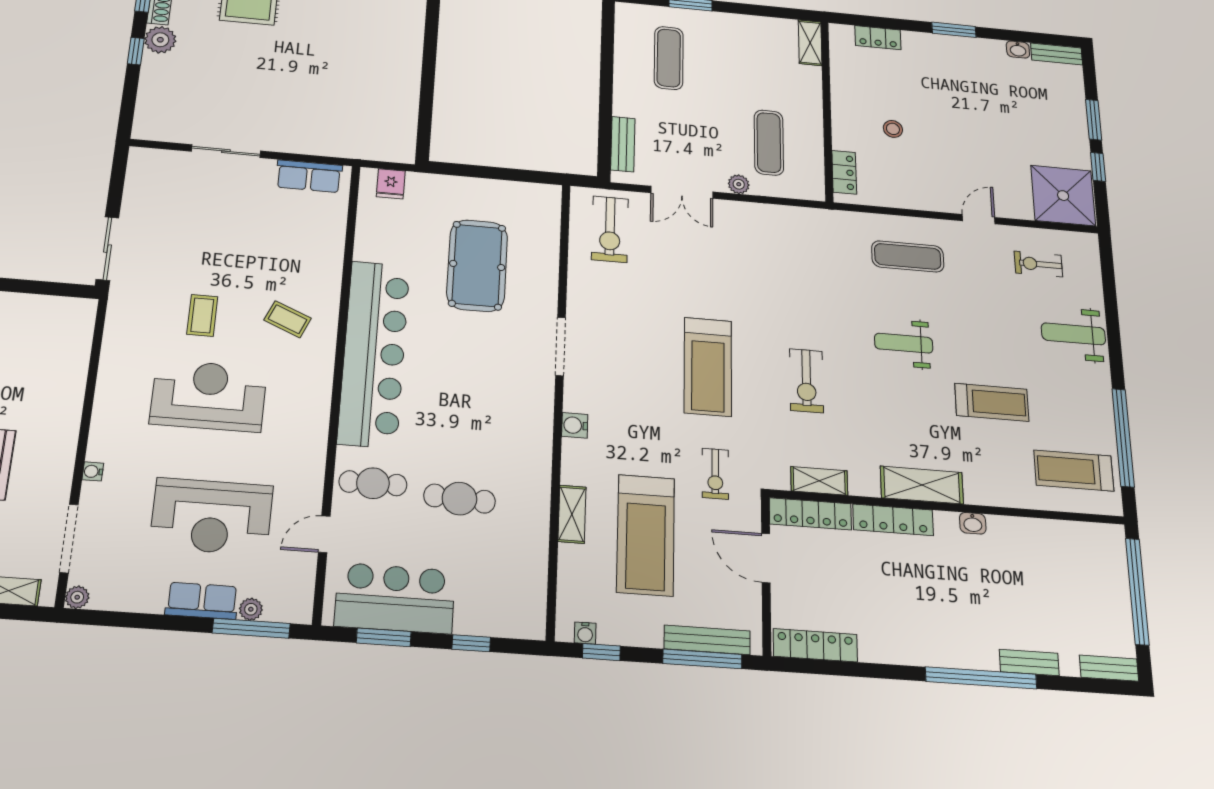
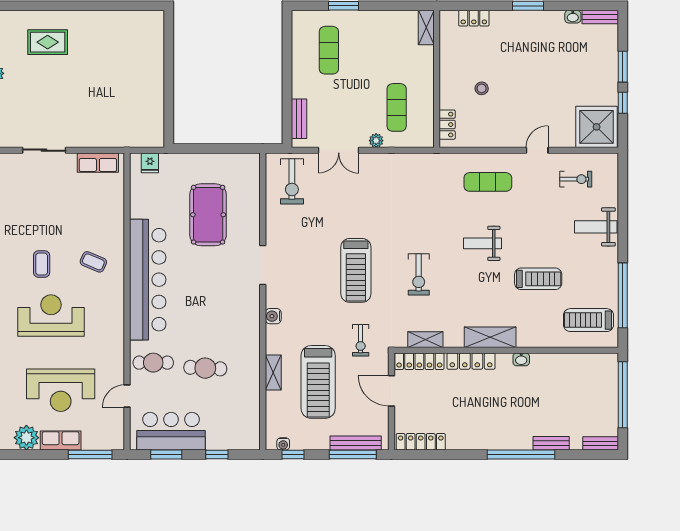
exercise bike: (1038, 264) -> (576, 179), turned 180
plant: (251, 609) -> (26, 438), moved, width x1.87, depth x1.87

